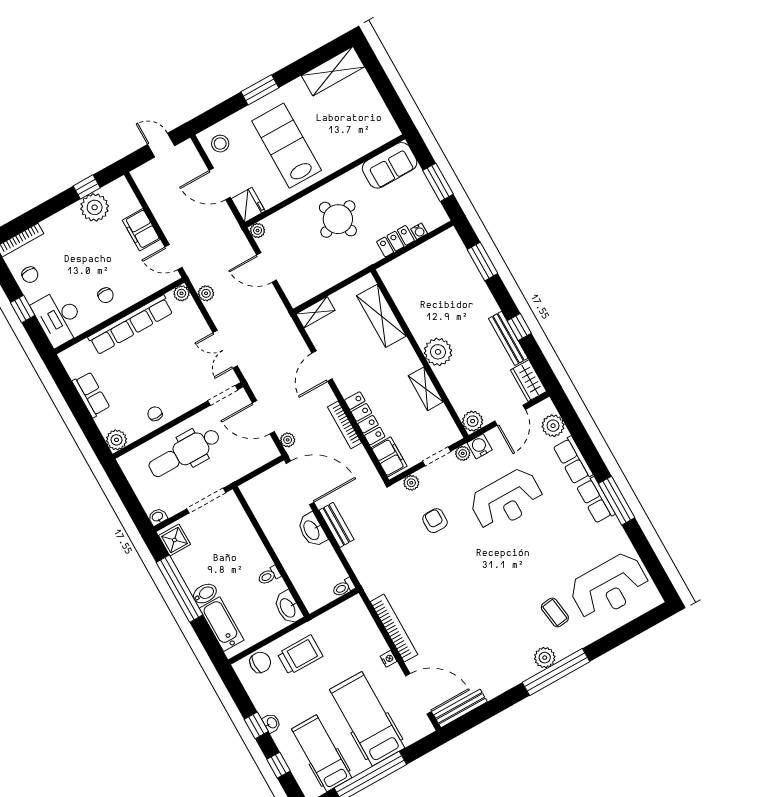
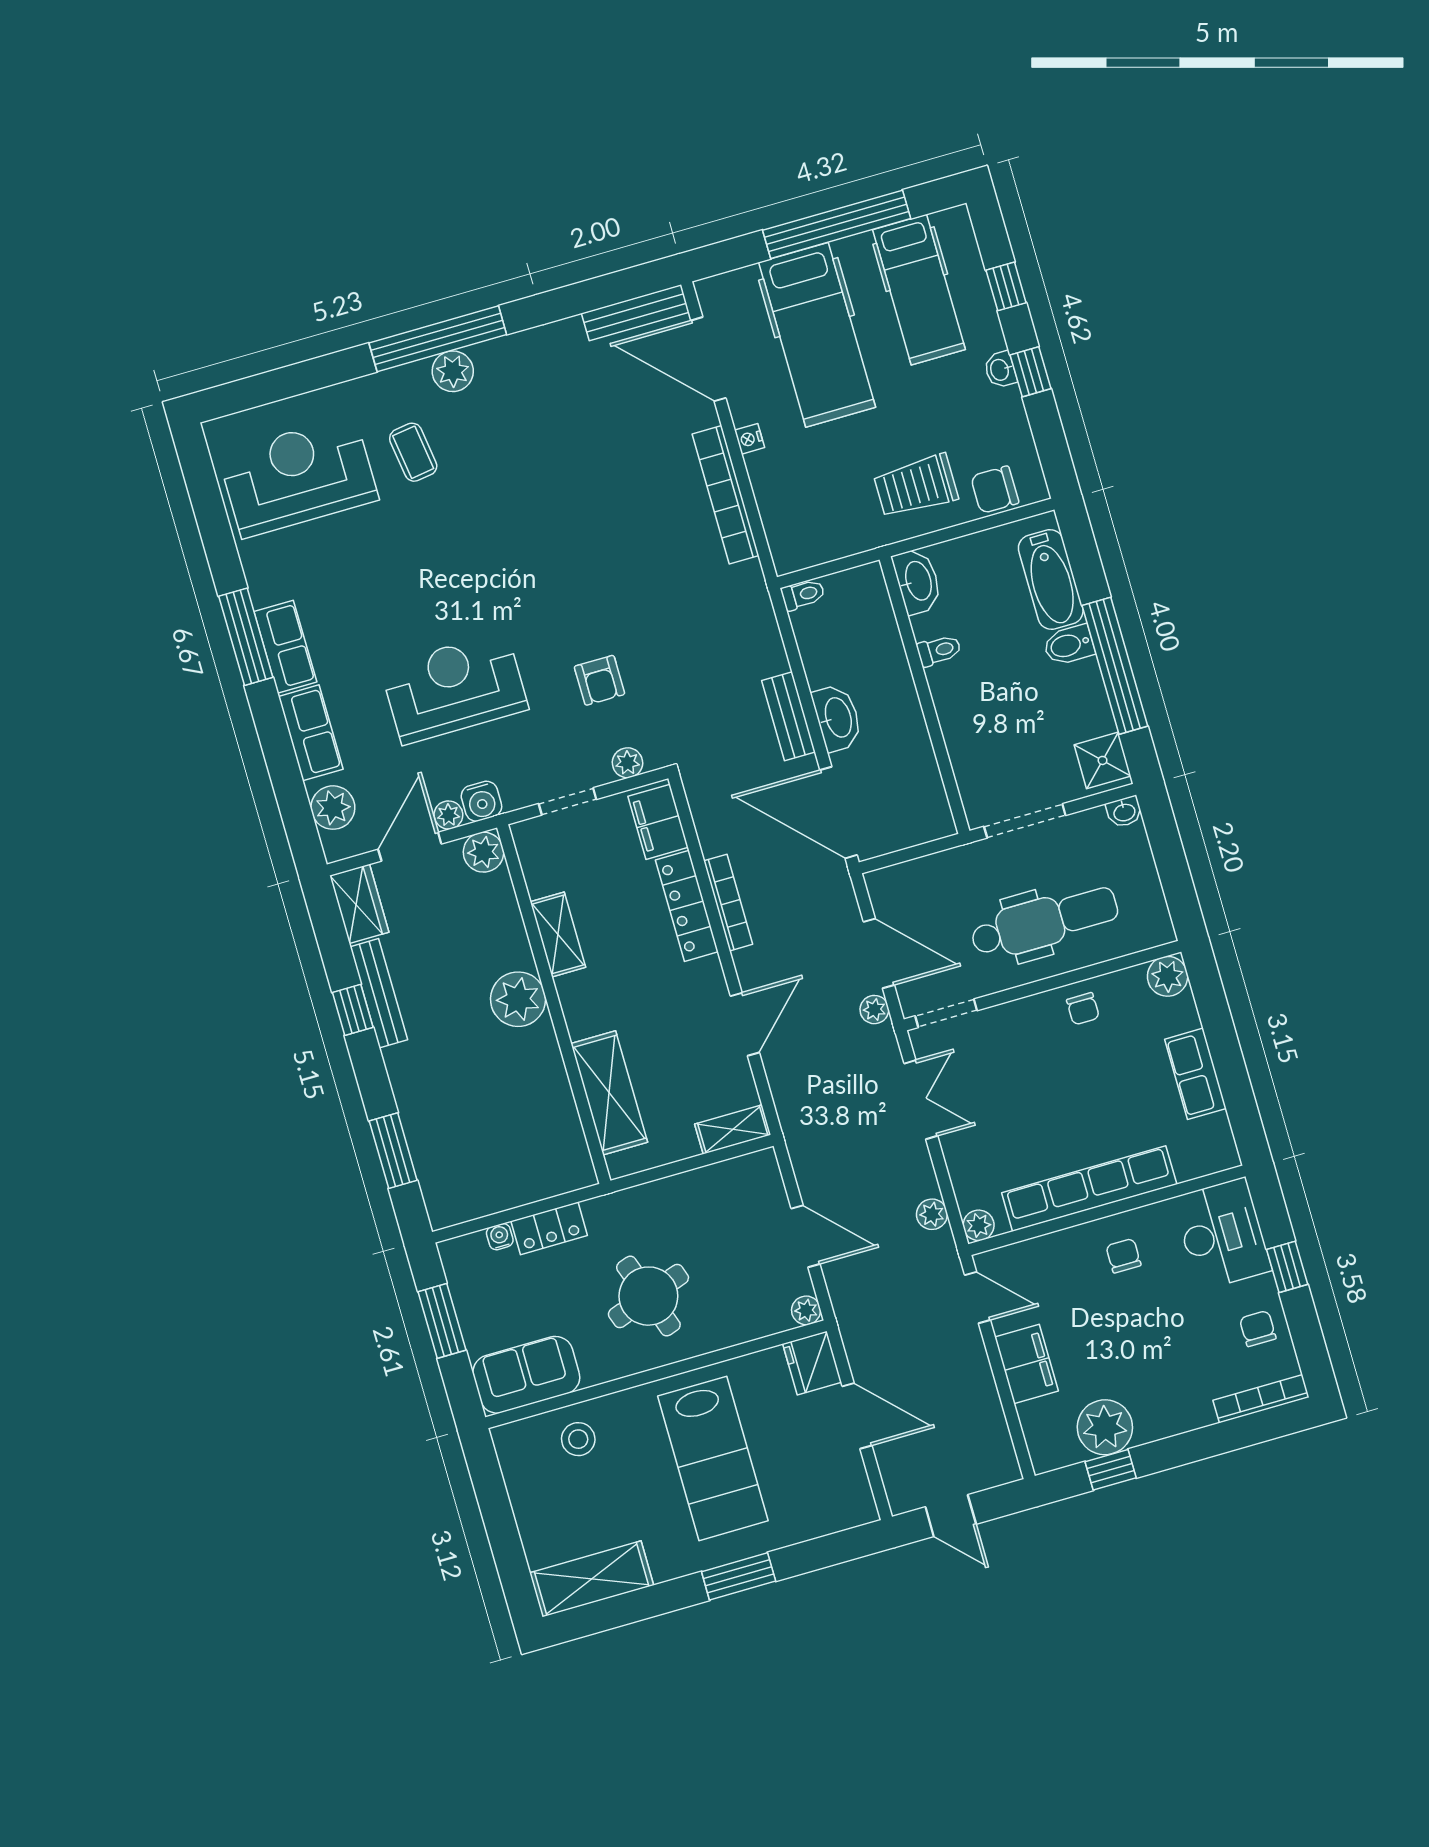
stool: (220, 144) -> (578, 1439), moved
plant: (288, 440) -> (874, 1010), moved
plant: (463, 453) -> (448, 815), moved

